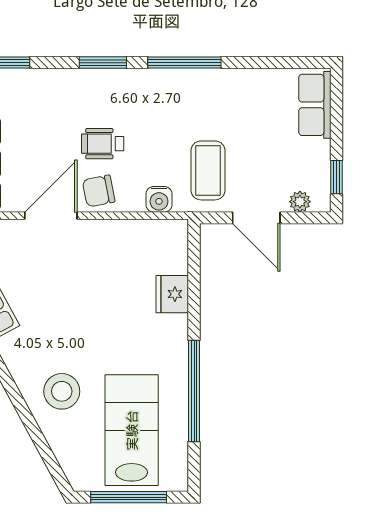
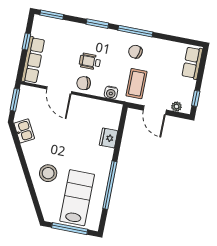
chair: (193, 105) -> (135, 52), added
door: (51, 216) -> (59, 90), swing flipped

